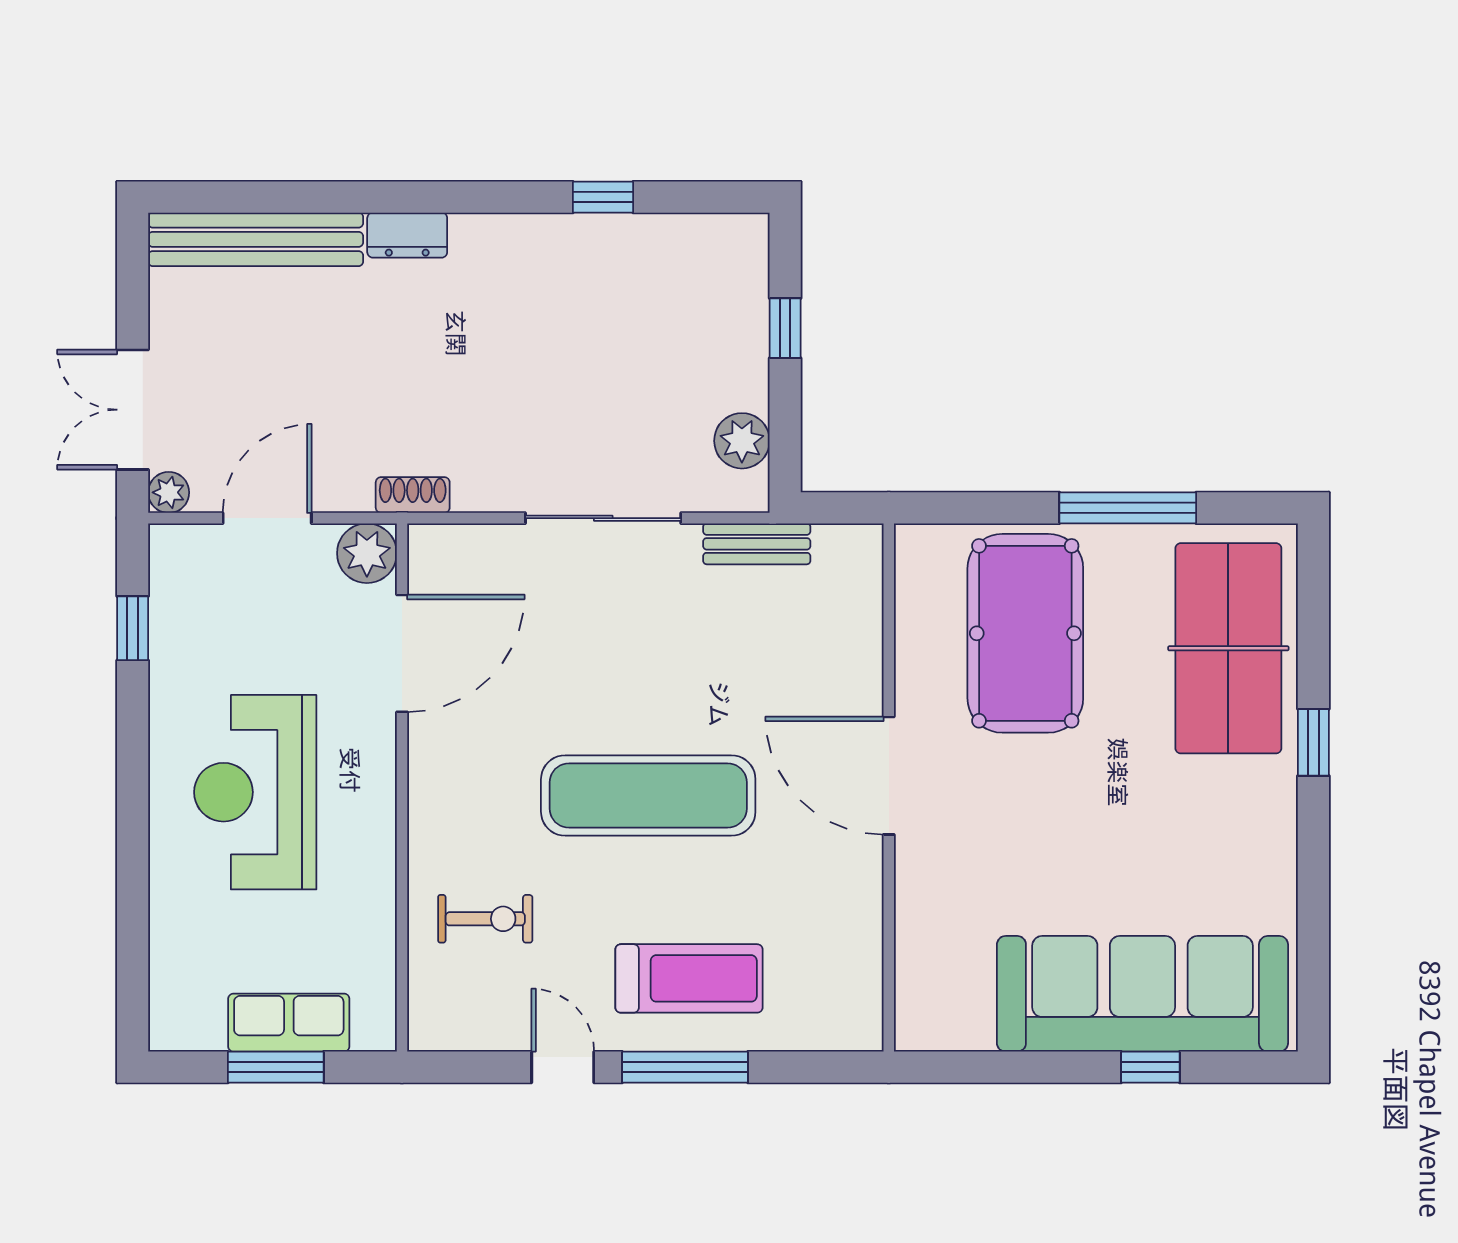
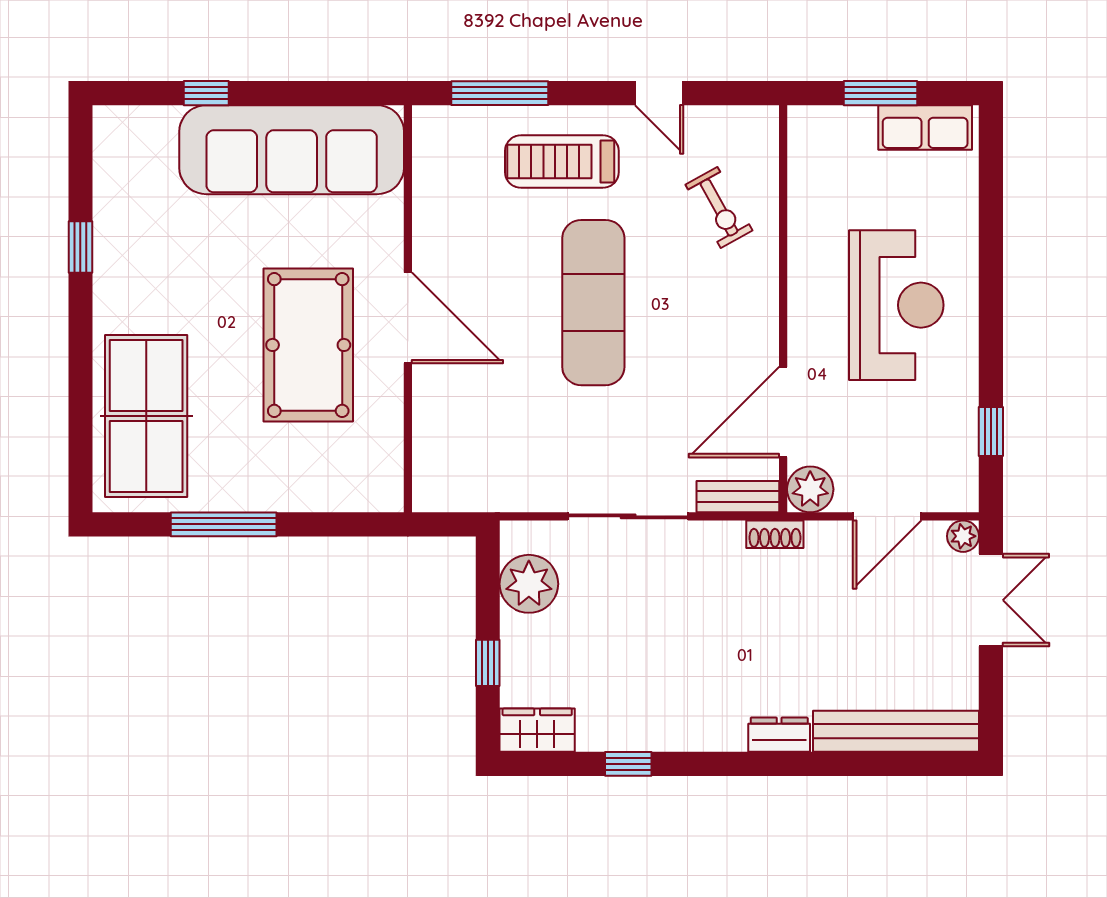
wardrobe: (721, 241) -> (537, 730), added
plant: (742, 441) -> (529, 584), width x1.36, depth x1.36
bench: (757, 544) -> (738, 497), moved
pool table: (1025, 633) -> (308, 345), moved
window: (1313, 742) -> (80, 247), moved
exercise mat: (648, 796) -> (593, 303), turned 90
exercise bike: (485, 919) -> (719, 208), turned -119
sofa: (1142, 994) -> (292, 150), moved
row of seats: (289, 1023) -> (925, 127), moved
window: (685, 1067) -> (500, 93), moved

